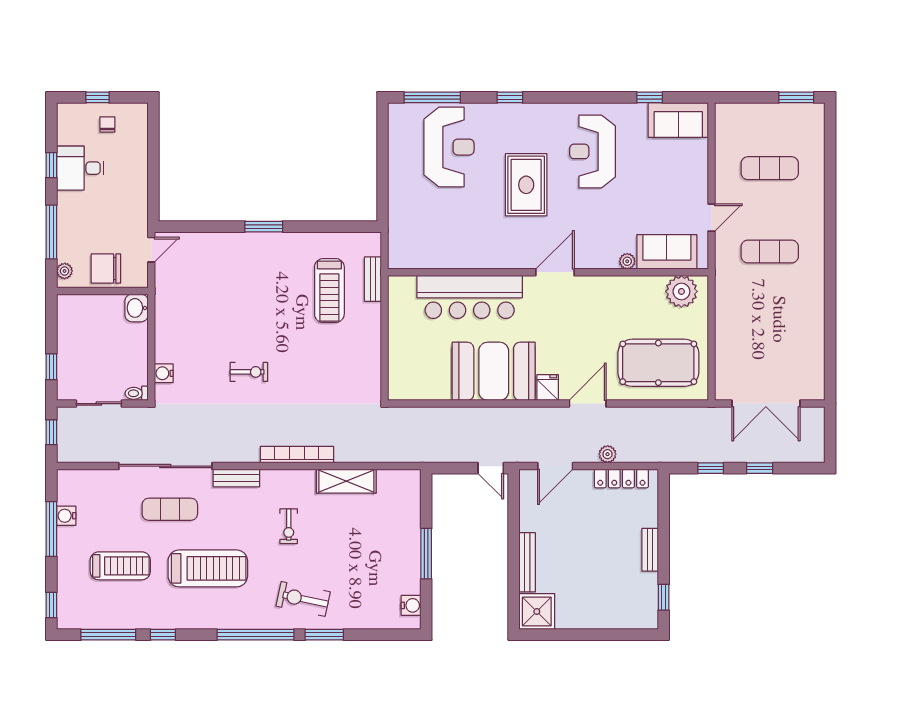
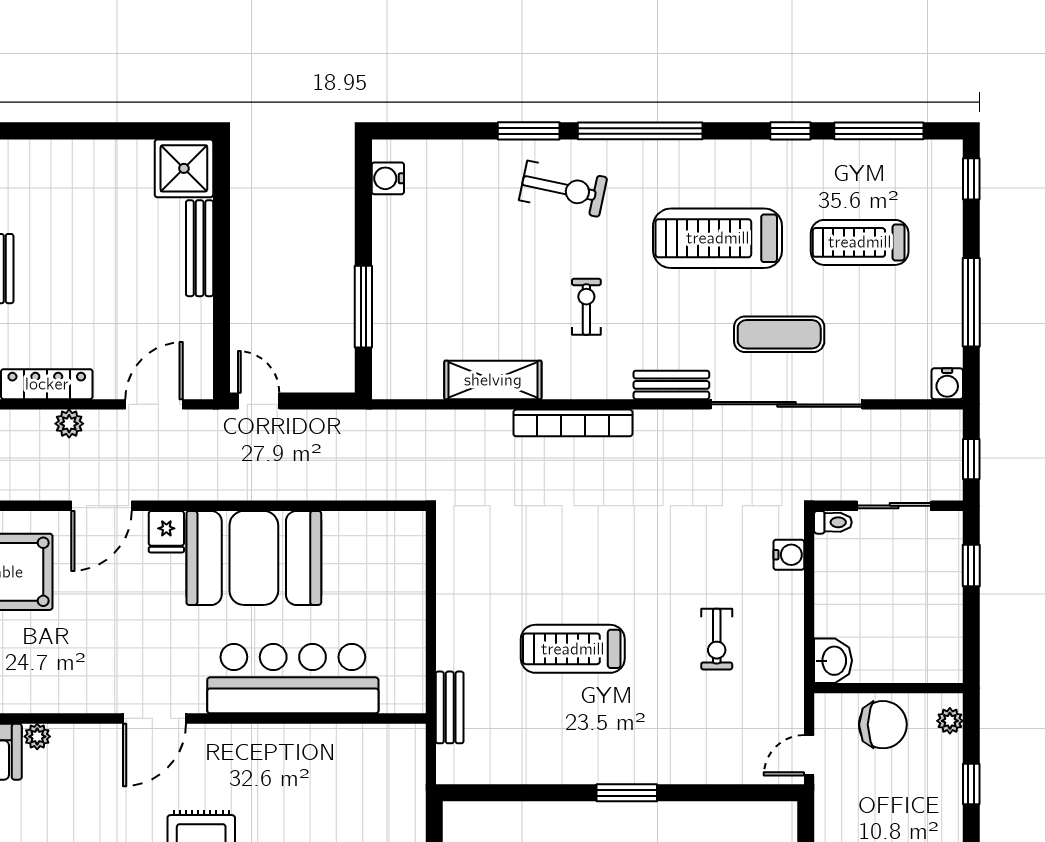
window: (51, 232) -> (971, 784), width x0.46
treadmill: (329, 291) -> (573, 649), moved, turned -90
exercise bike: (249, 372) -> (717, 639), moved, turned -90
water cooler: (66, 516) -> (947, 384), moved, turned 90
window: (426, 554) -> (363, 307), moved

